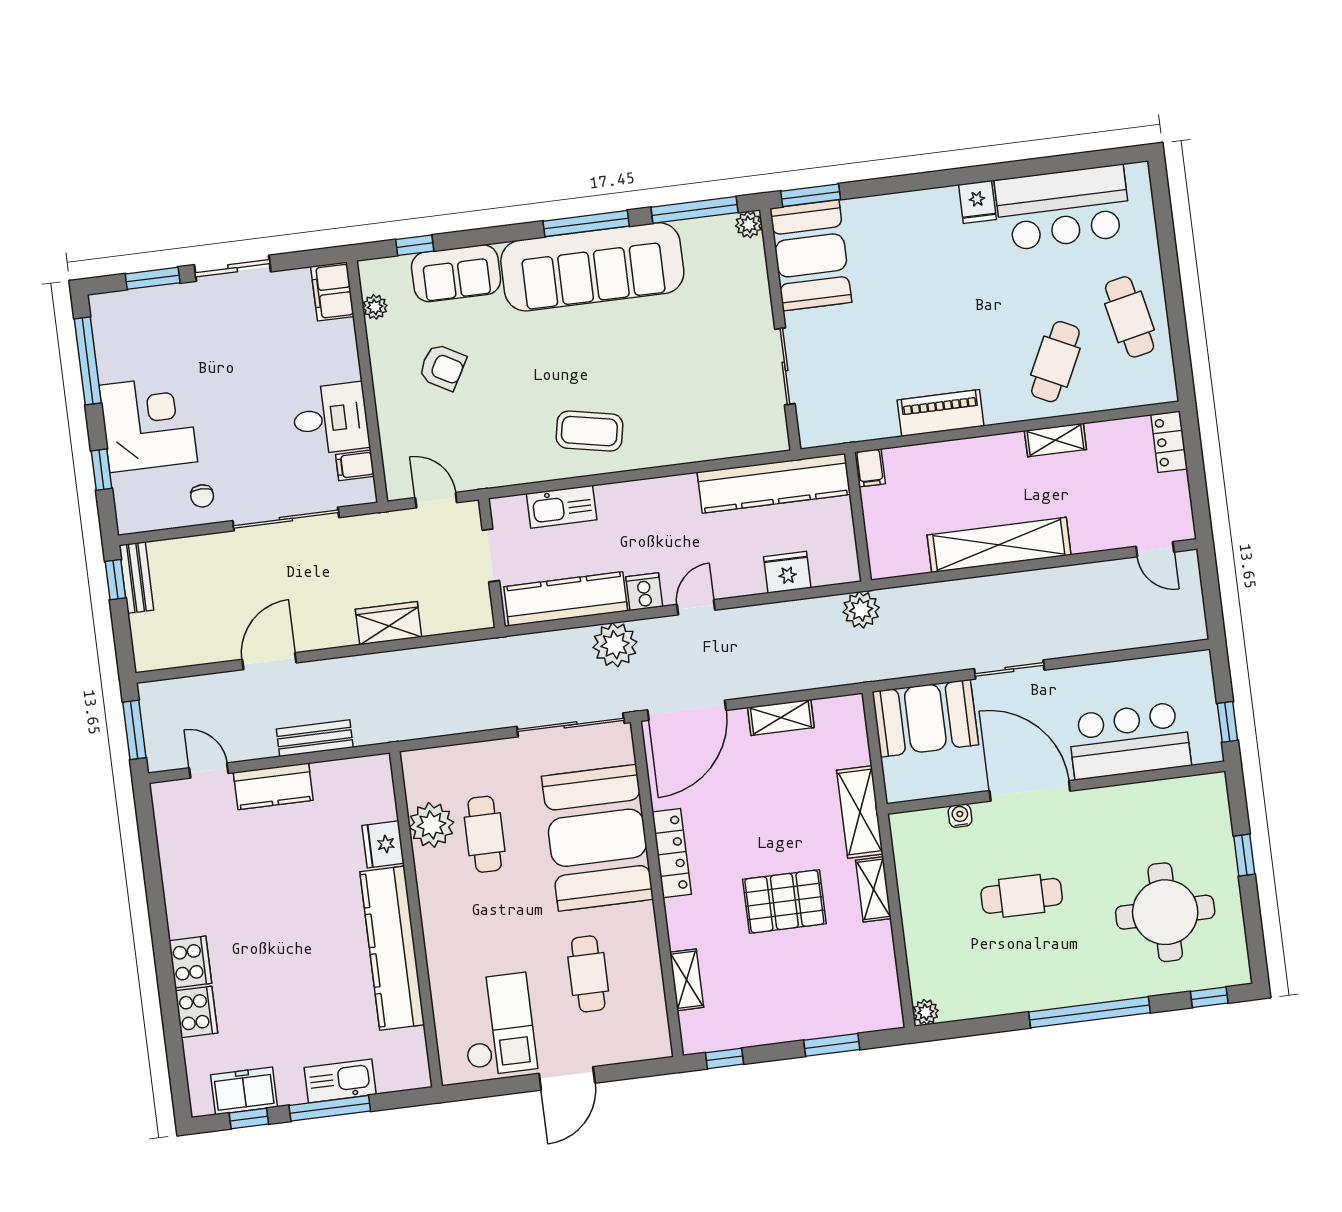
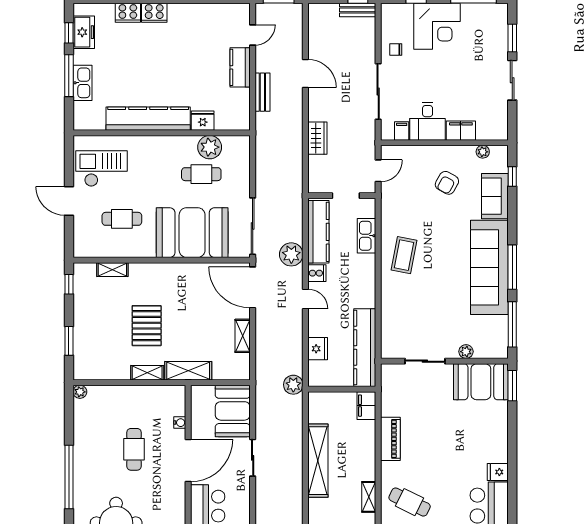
plant: (749, 224) -> (466, 352), moved
filing cabinet: (332, 291) -> (461, 131), moved
filing cabinet: (870, 468) -> (366, 406), width x2.00
locker: (672, 853) -> (179, 270), removed
checkout: (498, 1025) -> (101, 169), turned 180

